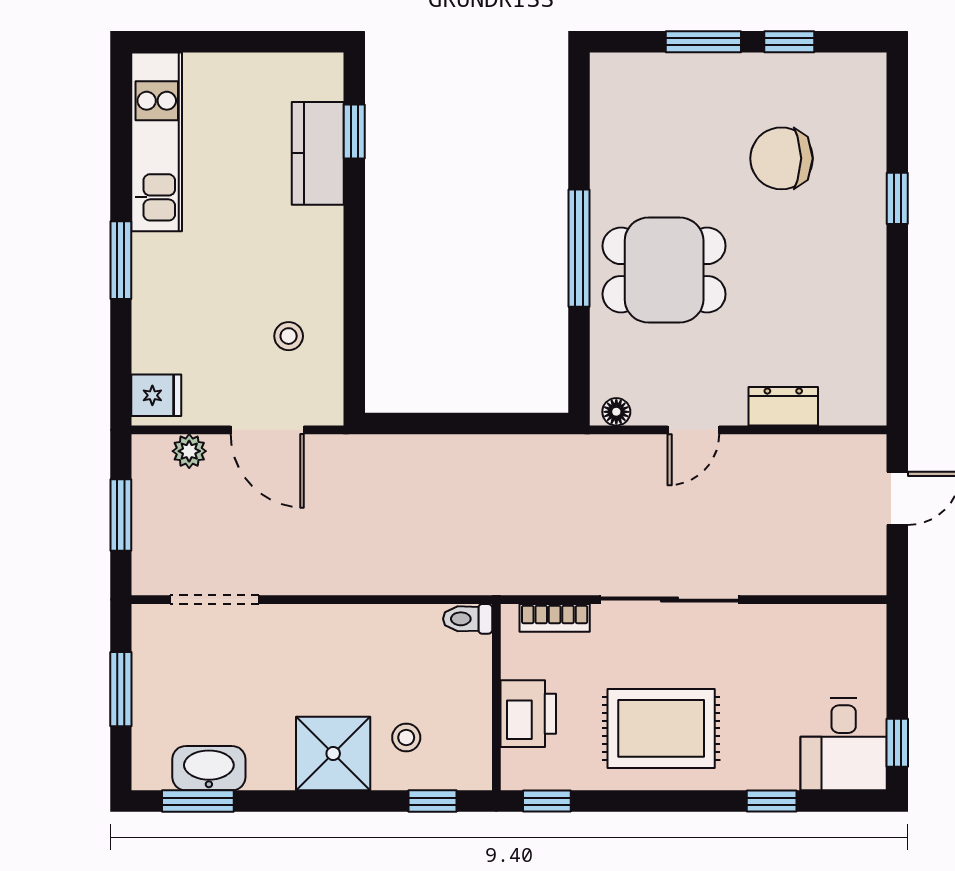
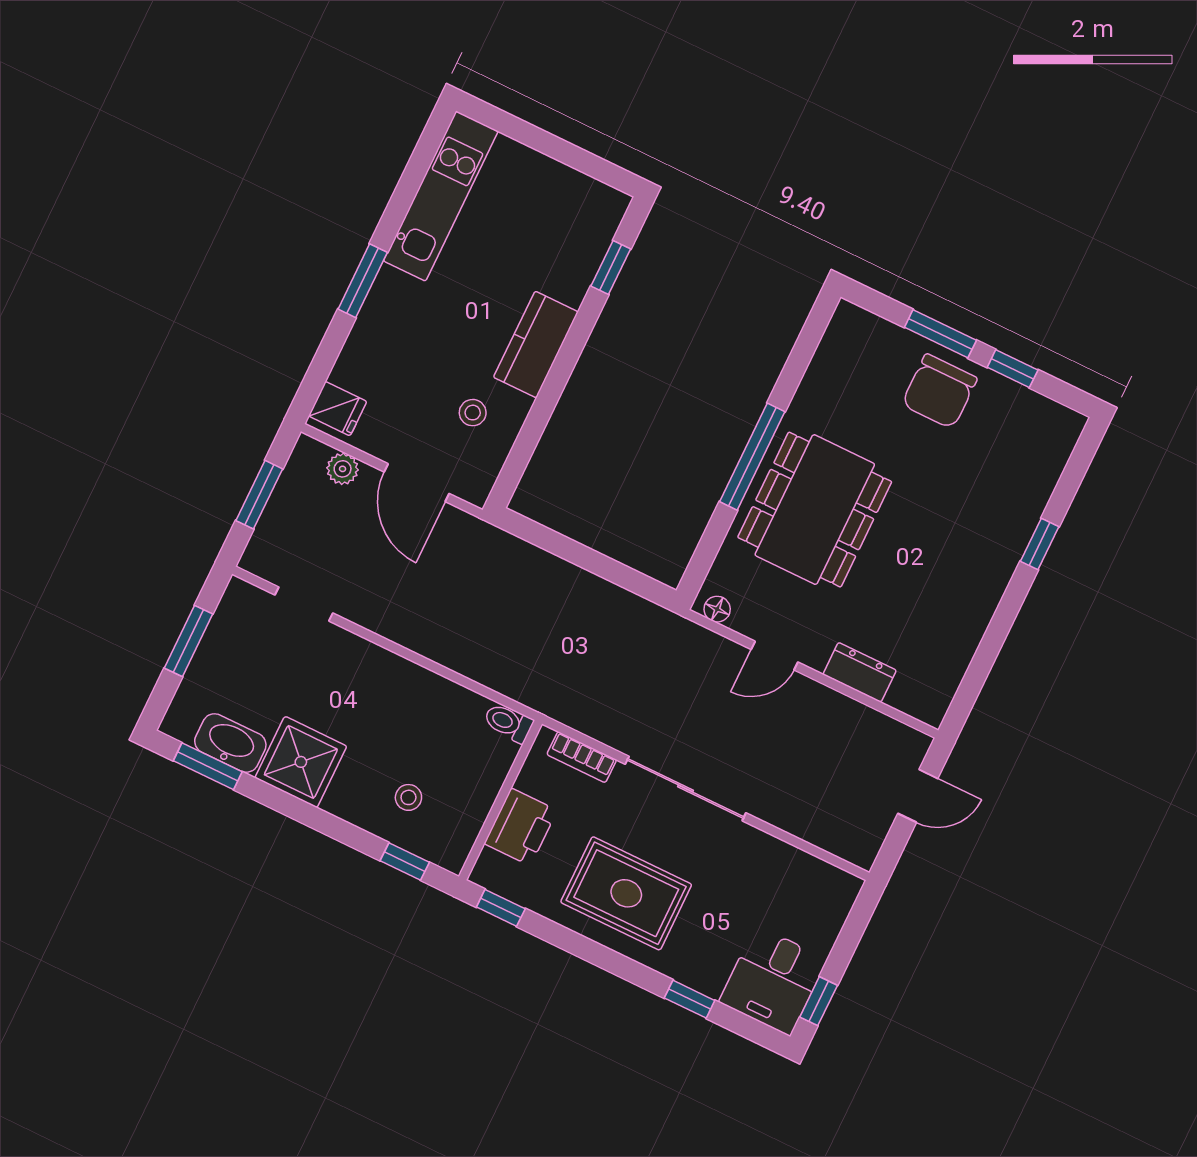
kitchen counter: (318, 153) -> (536, 345), moved
chair: (781, 158) -> (939, 391), moved, turned -90
dining table: (664, 270) -> (815, 510), width x1.38
doorway: (215, 600) -> (304, 604), width x0.73
shower: (333, 754) -> (301, 762), moved

